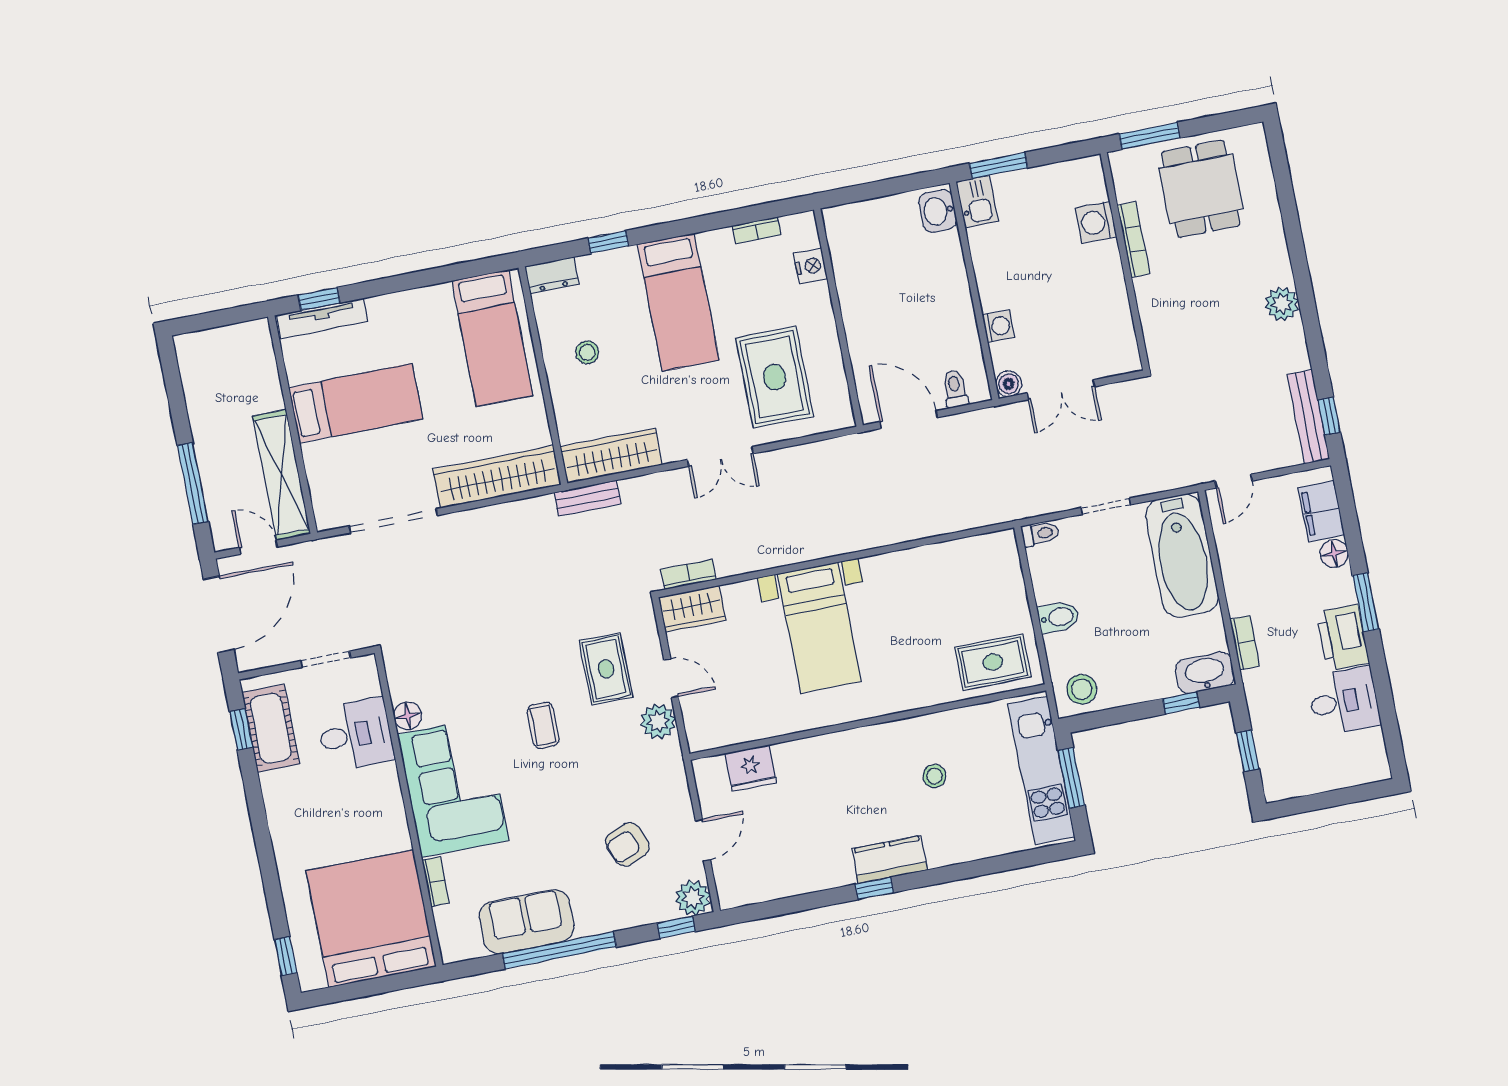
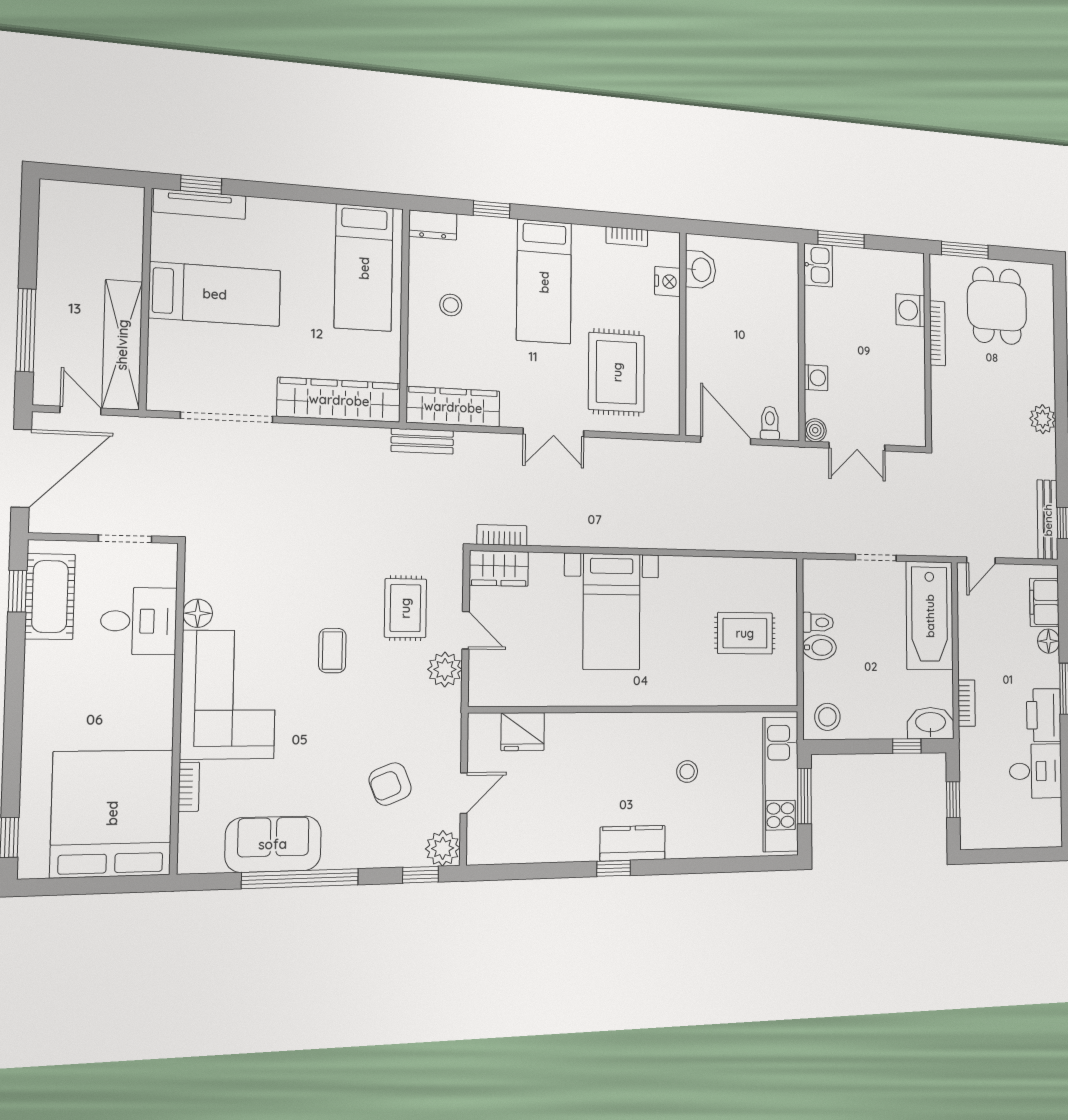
washbasin: (938, 211) -> (701, 270), moved, turned 180
toilet: (1040, 534) -> (818, 622), moved
rug: (993, 662) -> (745, 633), moved

